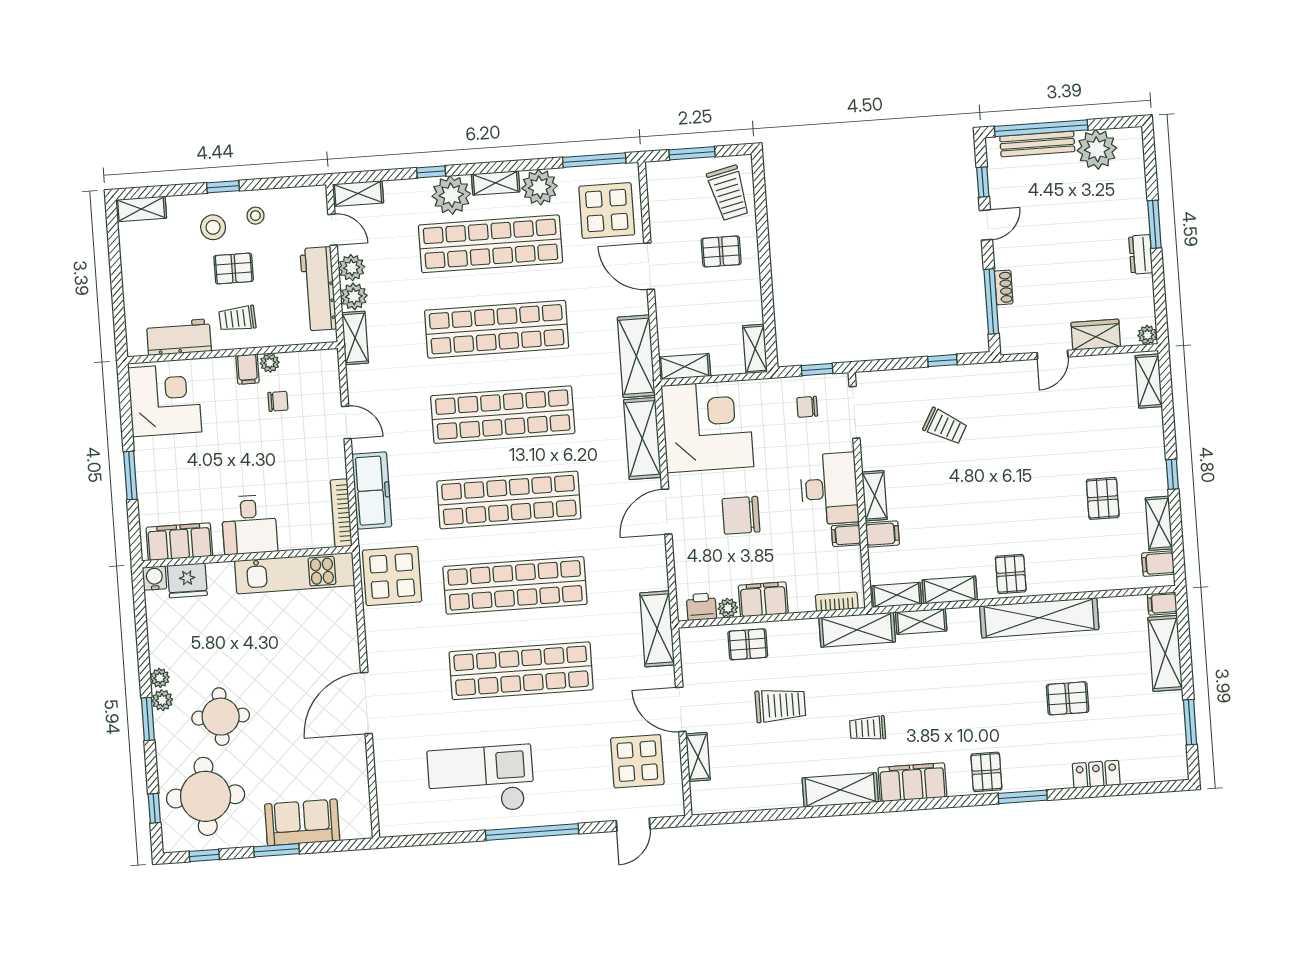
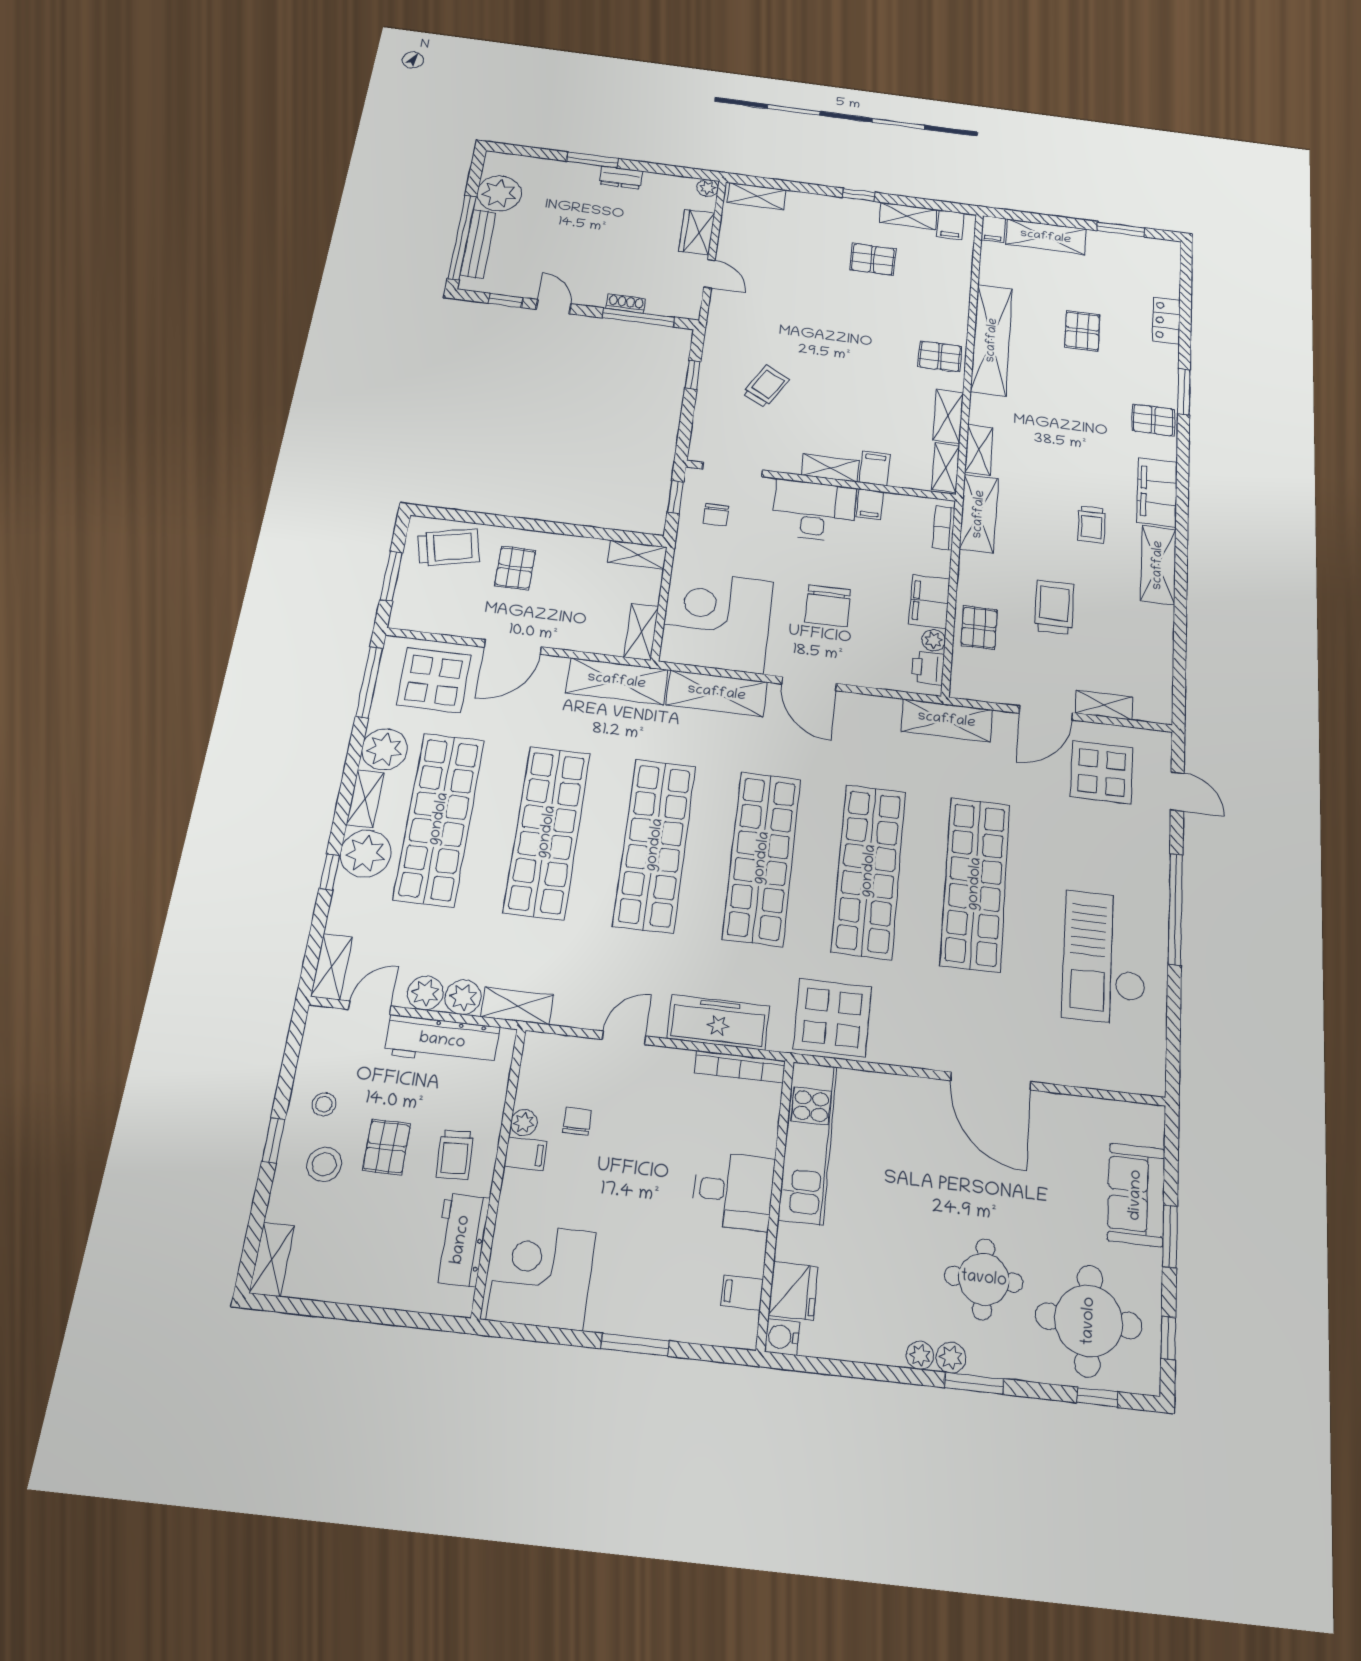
filing cabinet: (179, 542) -> (742, 1292), width x0.33, depth x0.86

